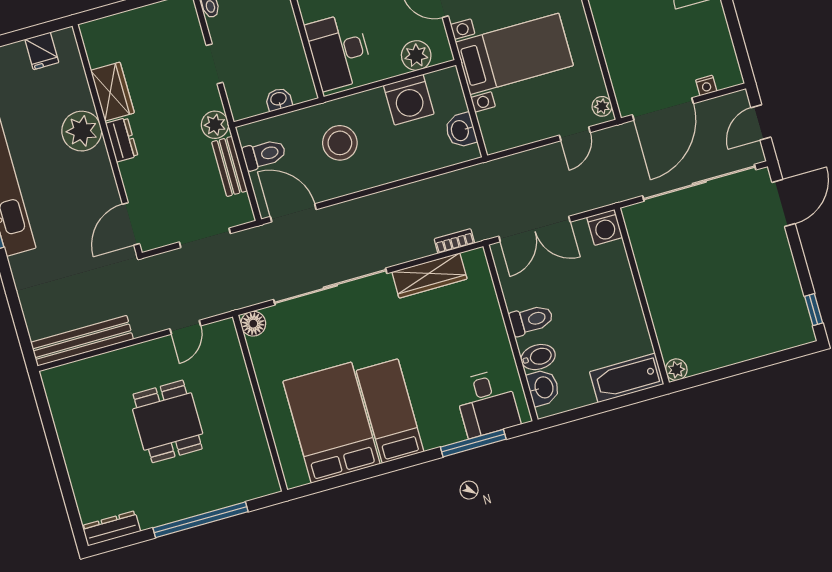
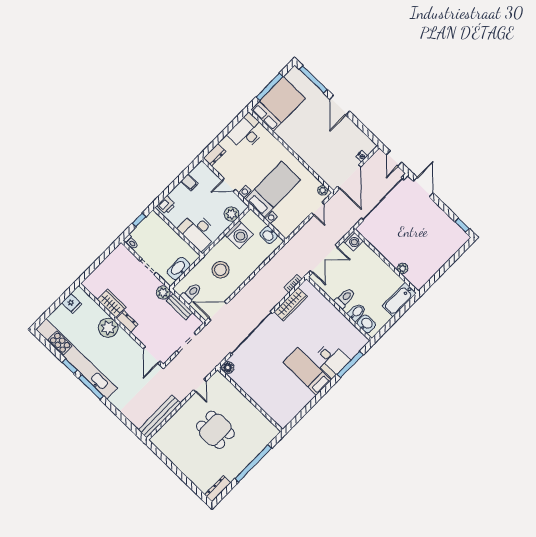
washbasin: (279, 99) -> (179, 269), width x1.91, depth x1.45
plant: (676, 370) -> (403, 268), moved
desk: (487, 403) -> (331, 360), moved
bed: (331, 423) -> (285, 390), removed

